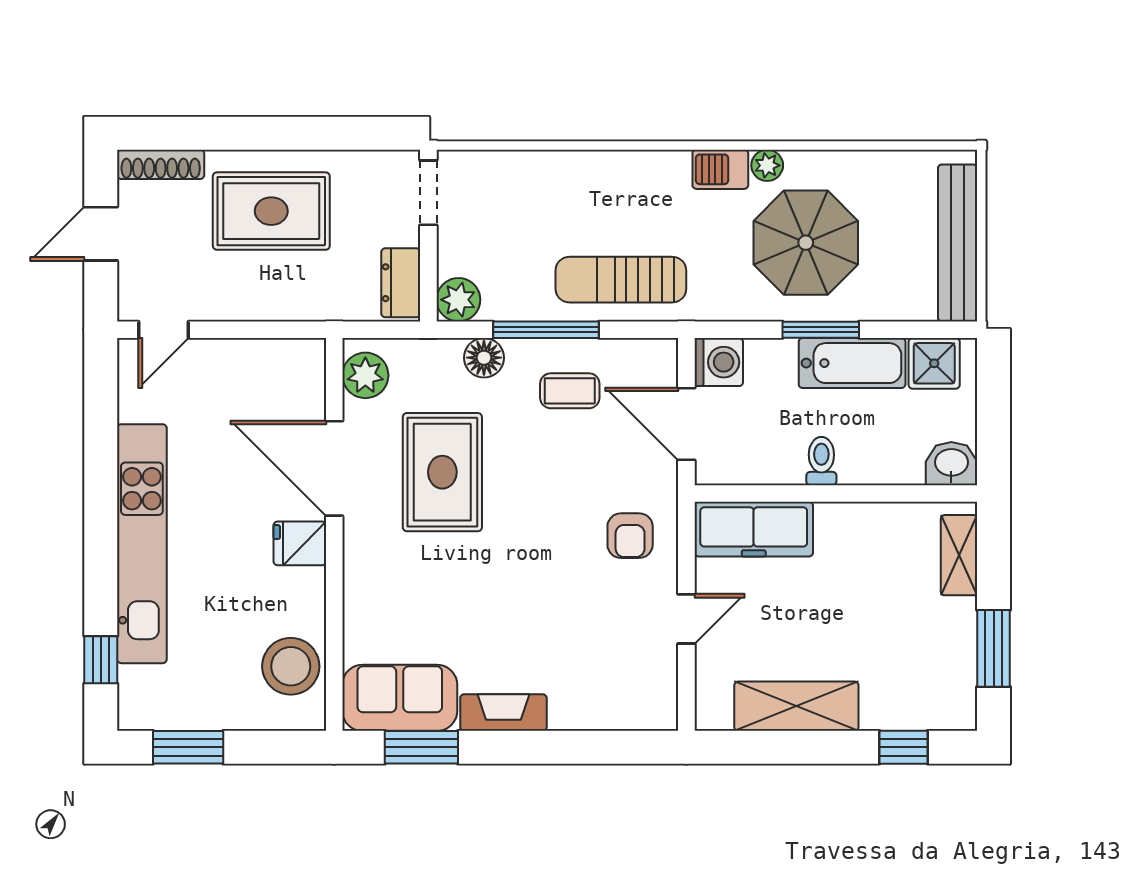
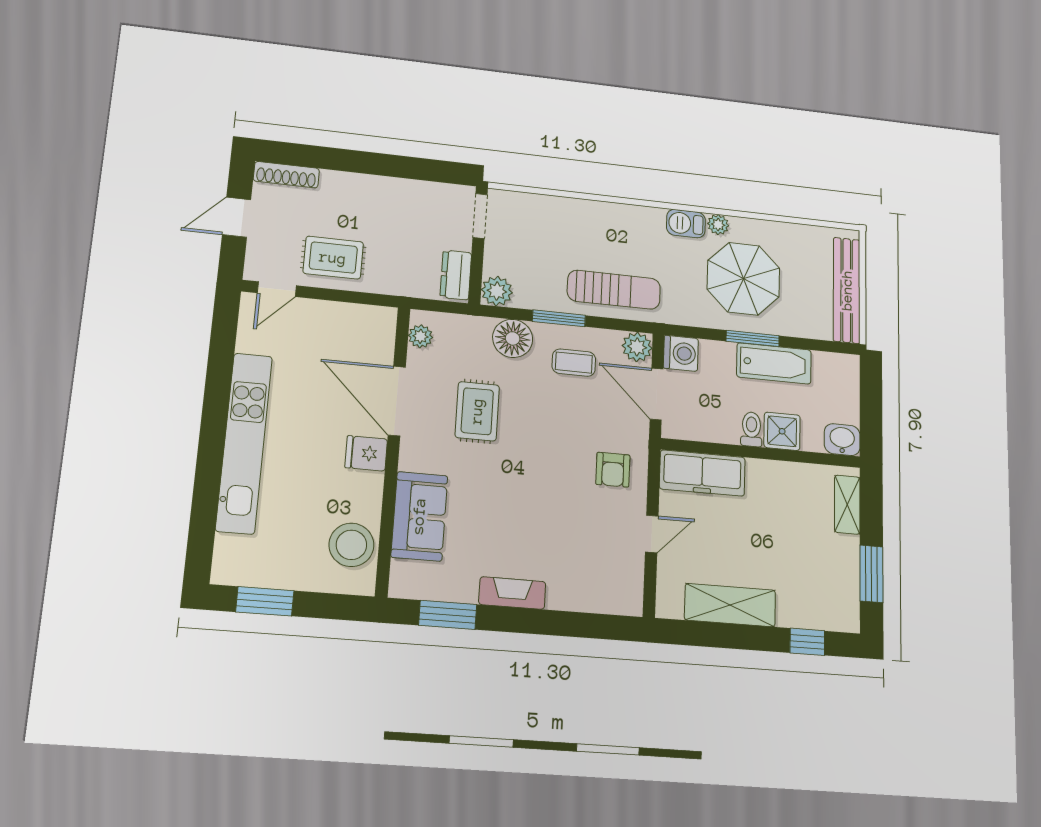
rug: (271, 211) -> (333, 258), moved, width x0.73, depth x0.70
sun lounger: (621, 280) -> (614, 290), turned 180
window: (546, 330) -> (559, 318), width x0.69
floor lamp: (484, 358) -> (513, 338), width x1.38, depth x1.38
plant: (657, 359) -> (637, 347), added
shower: (934, 363) -> (782, 431), moved
plant: (365, 375) -> (420, 336), width x0.73, depth x0.73
rug: (442, 472) -> (477, 411), width x0.73, depth x0.70
window: (101, 660) -> (202, 528), removed
sofa: (400, 698) -> (419, 516), moved, turned 90

